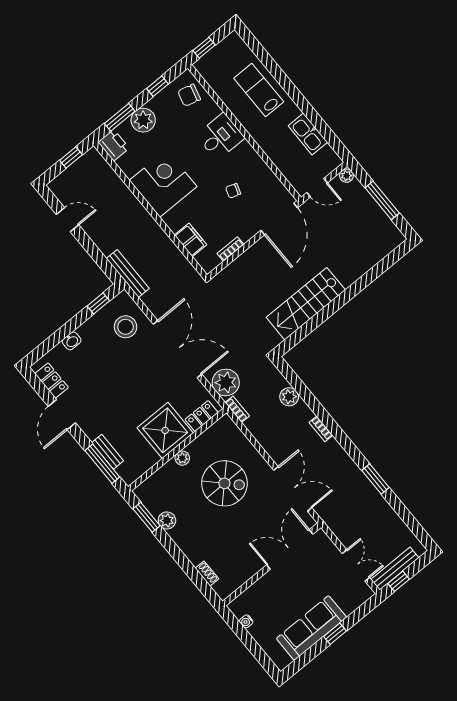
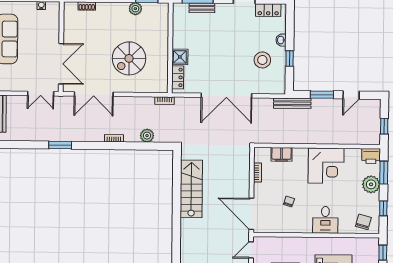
window: (93, 250) -> (322, 95), added
window: (98, 303) -> (290, 58), moved
stool: (126, 327) -> (262, 60), moved
plant: (226, 382) -> (185, 107), removed
shower: (165, 430) -> (180, 57), width x0.54, depth x0.54
plant: (182, 458) -> (163, 47), removed
double door: (356, 565) -> (41, 94), moved

